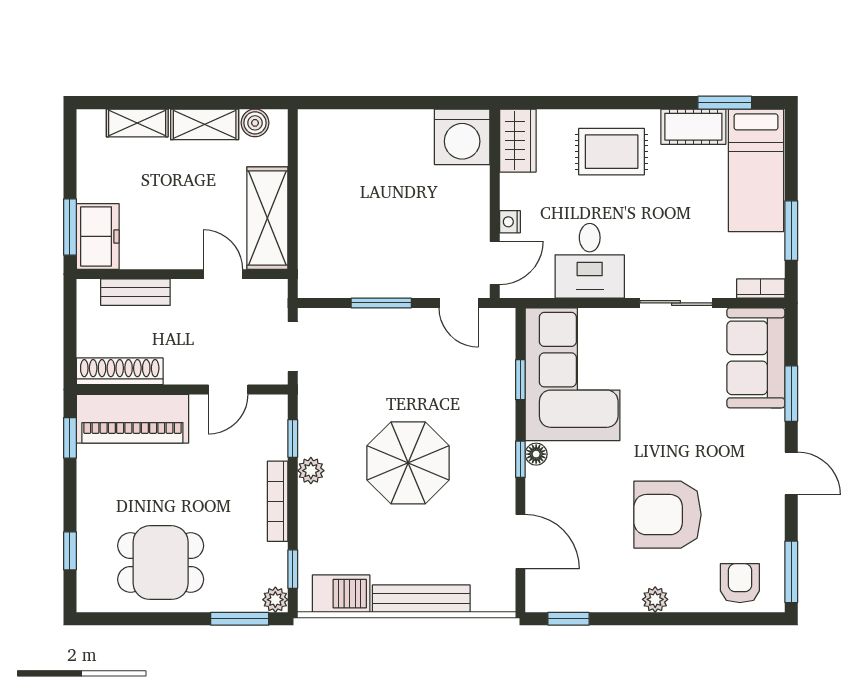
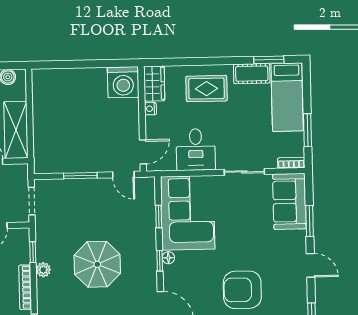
nightstand: (510, 222) -> (150, 109), moved

